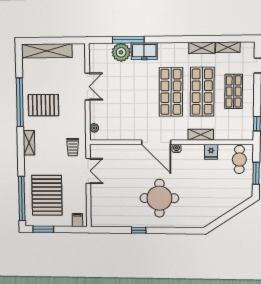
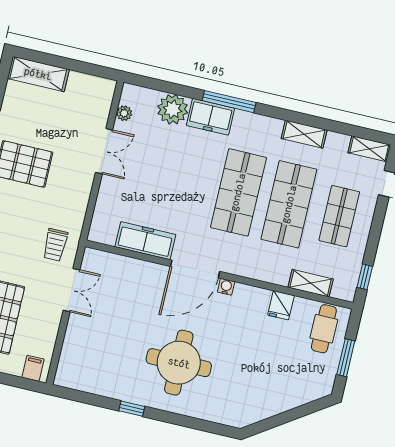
window: (128, 40) -> (229, 102), moved
shelving: (228, 47) -> (369, 149), moved
shelving: (47, 51) -> (38, 74), width x0.68
plant: (94, 128) -> (124, 113), moved
freezer: (124, 133) -> (145, 241), added
shelving: (201, 135) -> (311, 283), moved
door: (156, 142) -> (195, 269), hinge flipped

